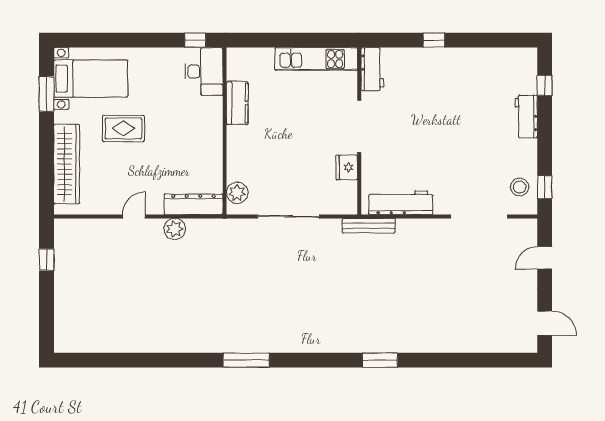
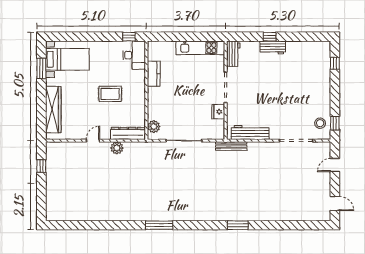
workbench: (526, 116) -> (273, 48), moved, turned -90
rug: (123, 128) -> (110, 94), moved

